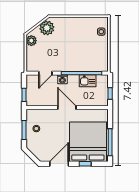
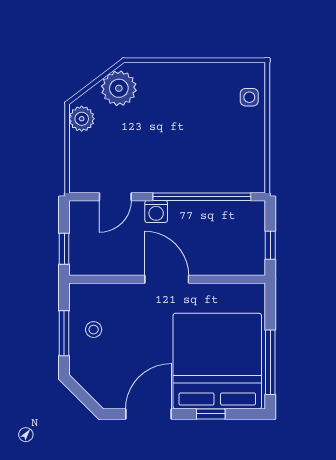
kitchen sink: (88, 81) -> (217, 215), removed

